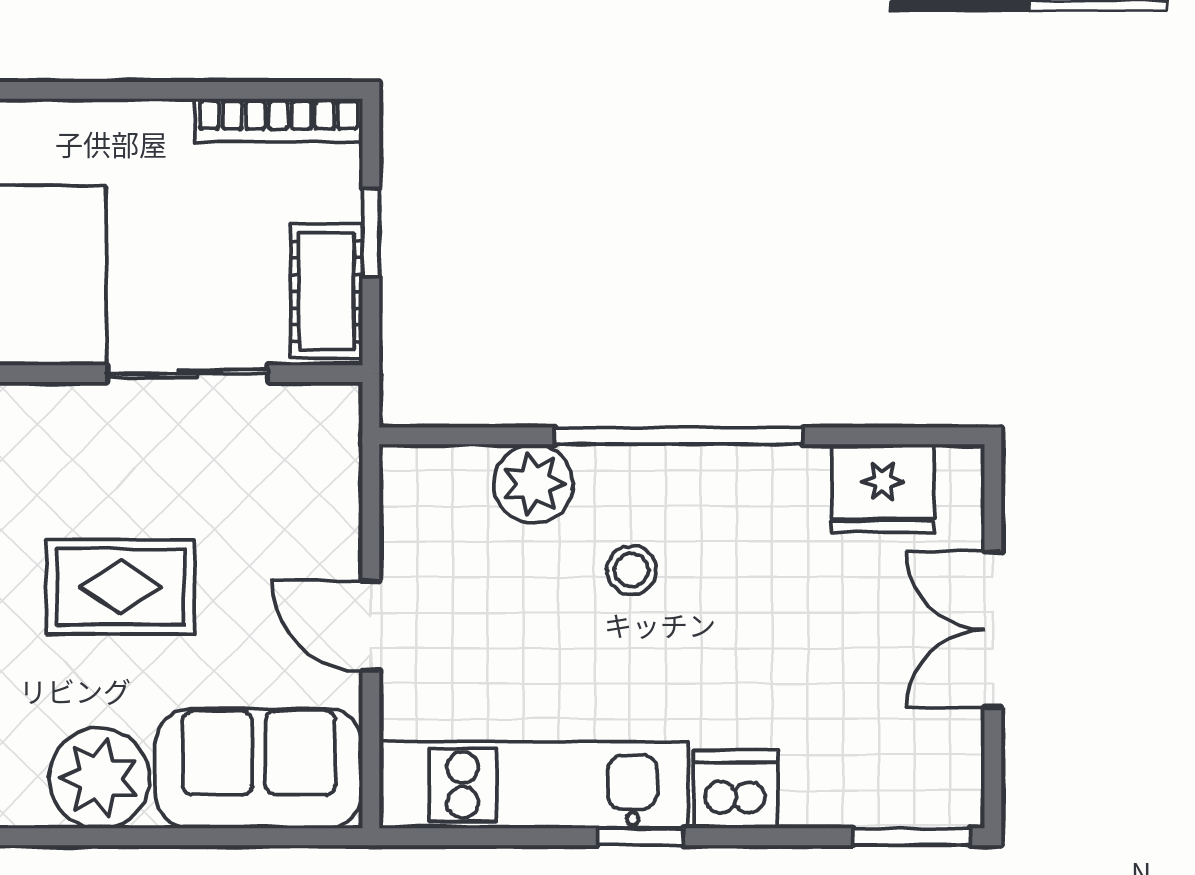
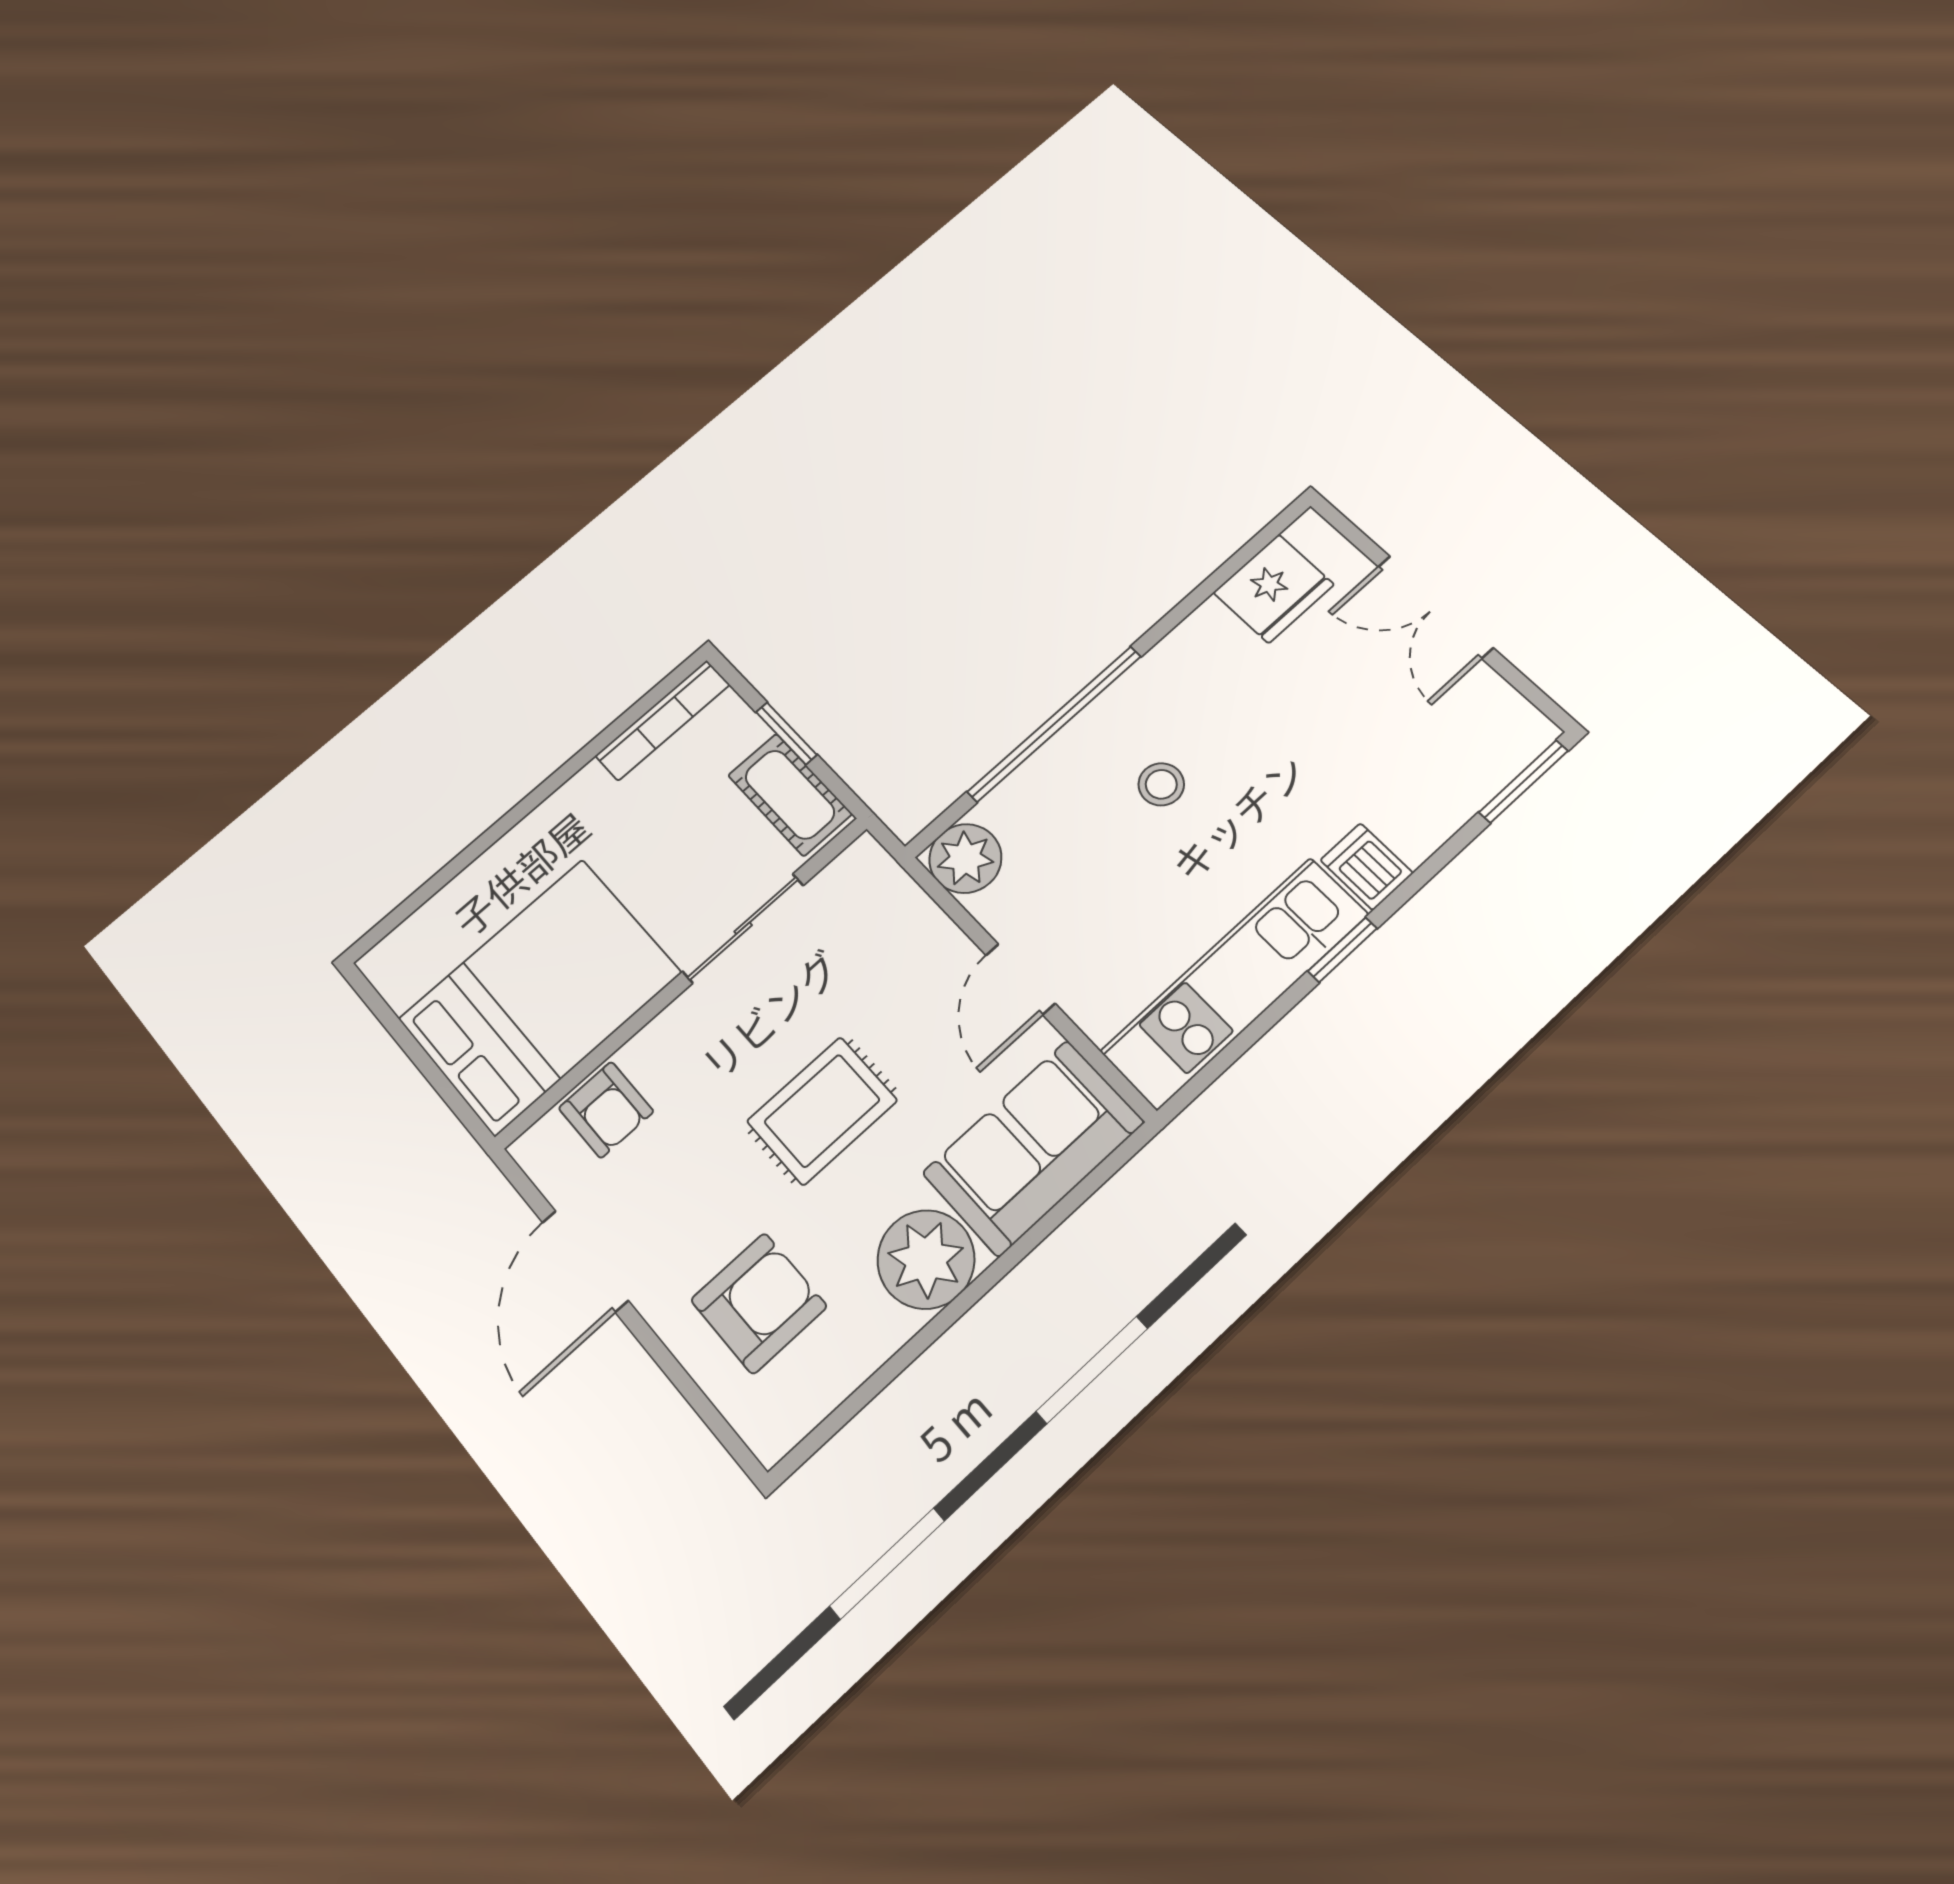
window: (679, 436) -> (1054, 724), moved
plant: (534, 484) -> (965, 858), moved
door: (371, 626) -> (1020, 979), hinge flipped
dishwasher: (736, 789) -> (1367, 867), width x0.73

